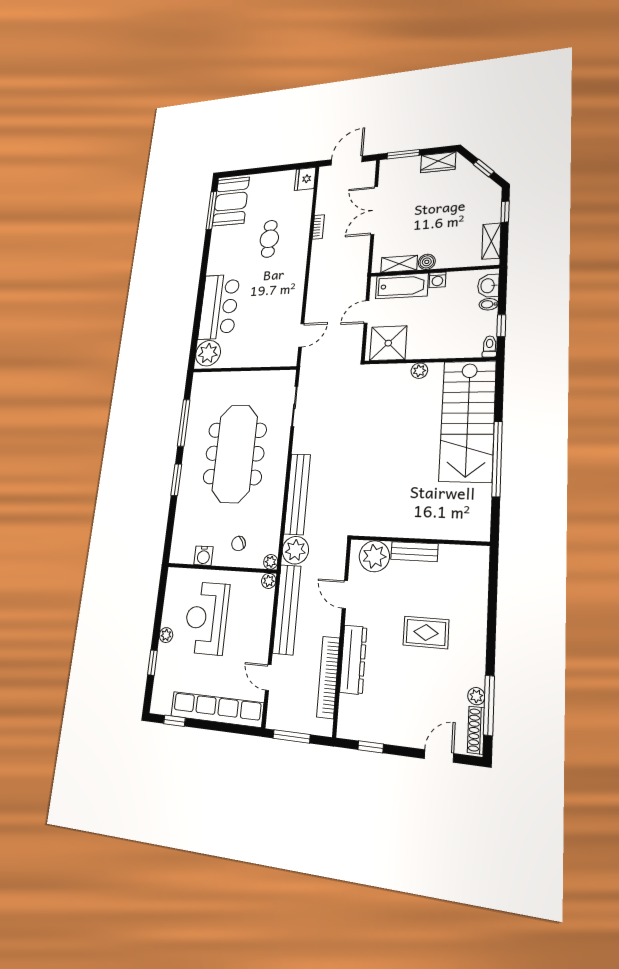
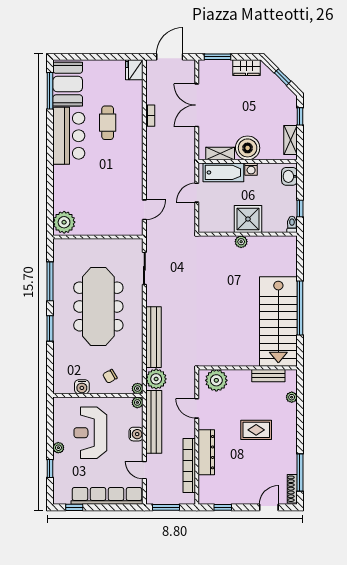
boiler: (427, 262) -> (248, 148), width x1.86, depth x1.86
bidet: (489, 304) -> (290, 191), removed
bar counter: (219, 307) -> (69, 136), moved
shower: (388, 343) -> (248, 219), moved
stairs: (468, 421) -> (278, 321), moved
bench: (414, 552) -> (268, 376), moved
water cooler: (263, 625) -> (136, 434), added
plant: (476, 696) -> (292, 397), moved

